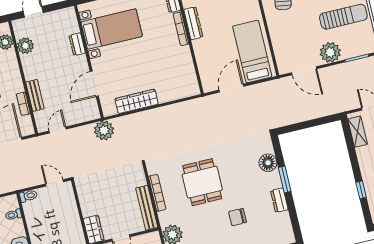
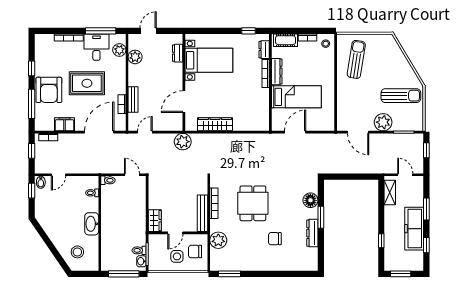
dresser: (77, 44) -> (178, 53), moved
bed: (252, 52) -> (296, 97), moved, turned 90
dresser: (279, 200) -> (312, 233), width x1.44

